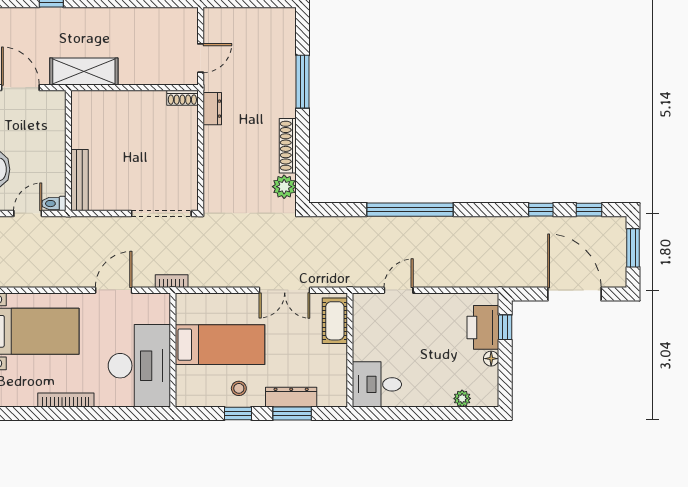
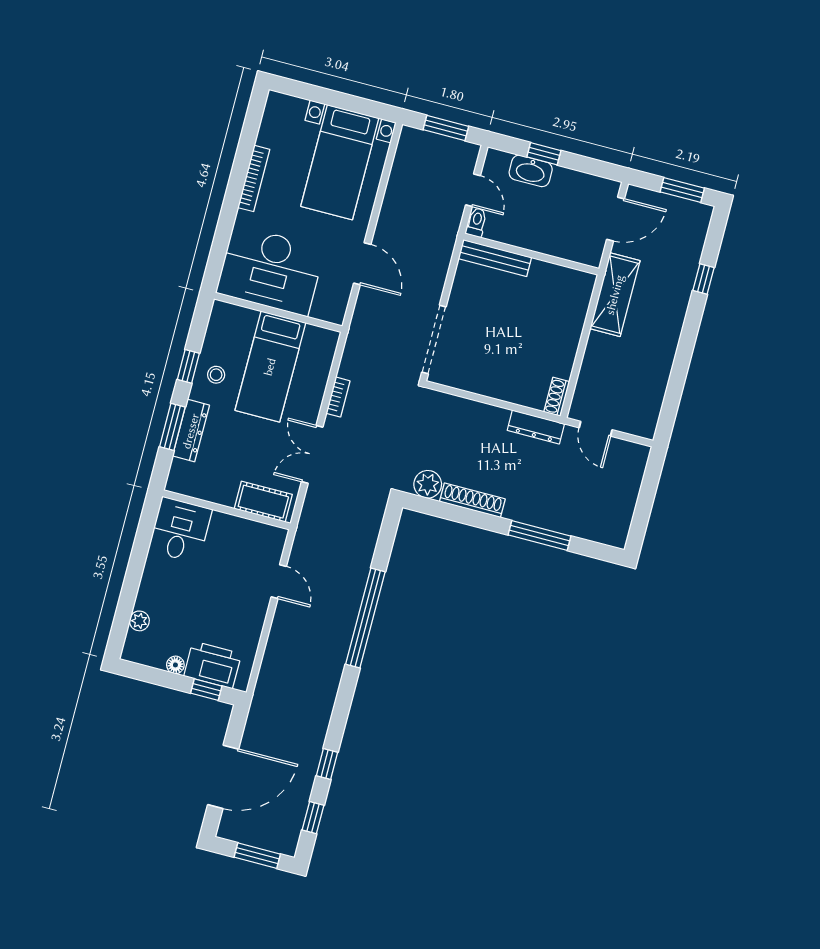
dresser: (212, 109) -> (536, 427), width x1.44
bookcase: (172, 281) -> (338, 397), moved

